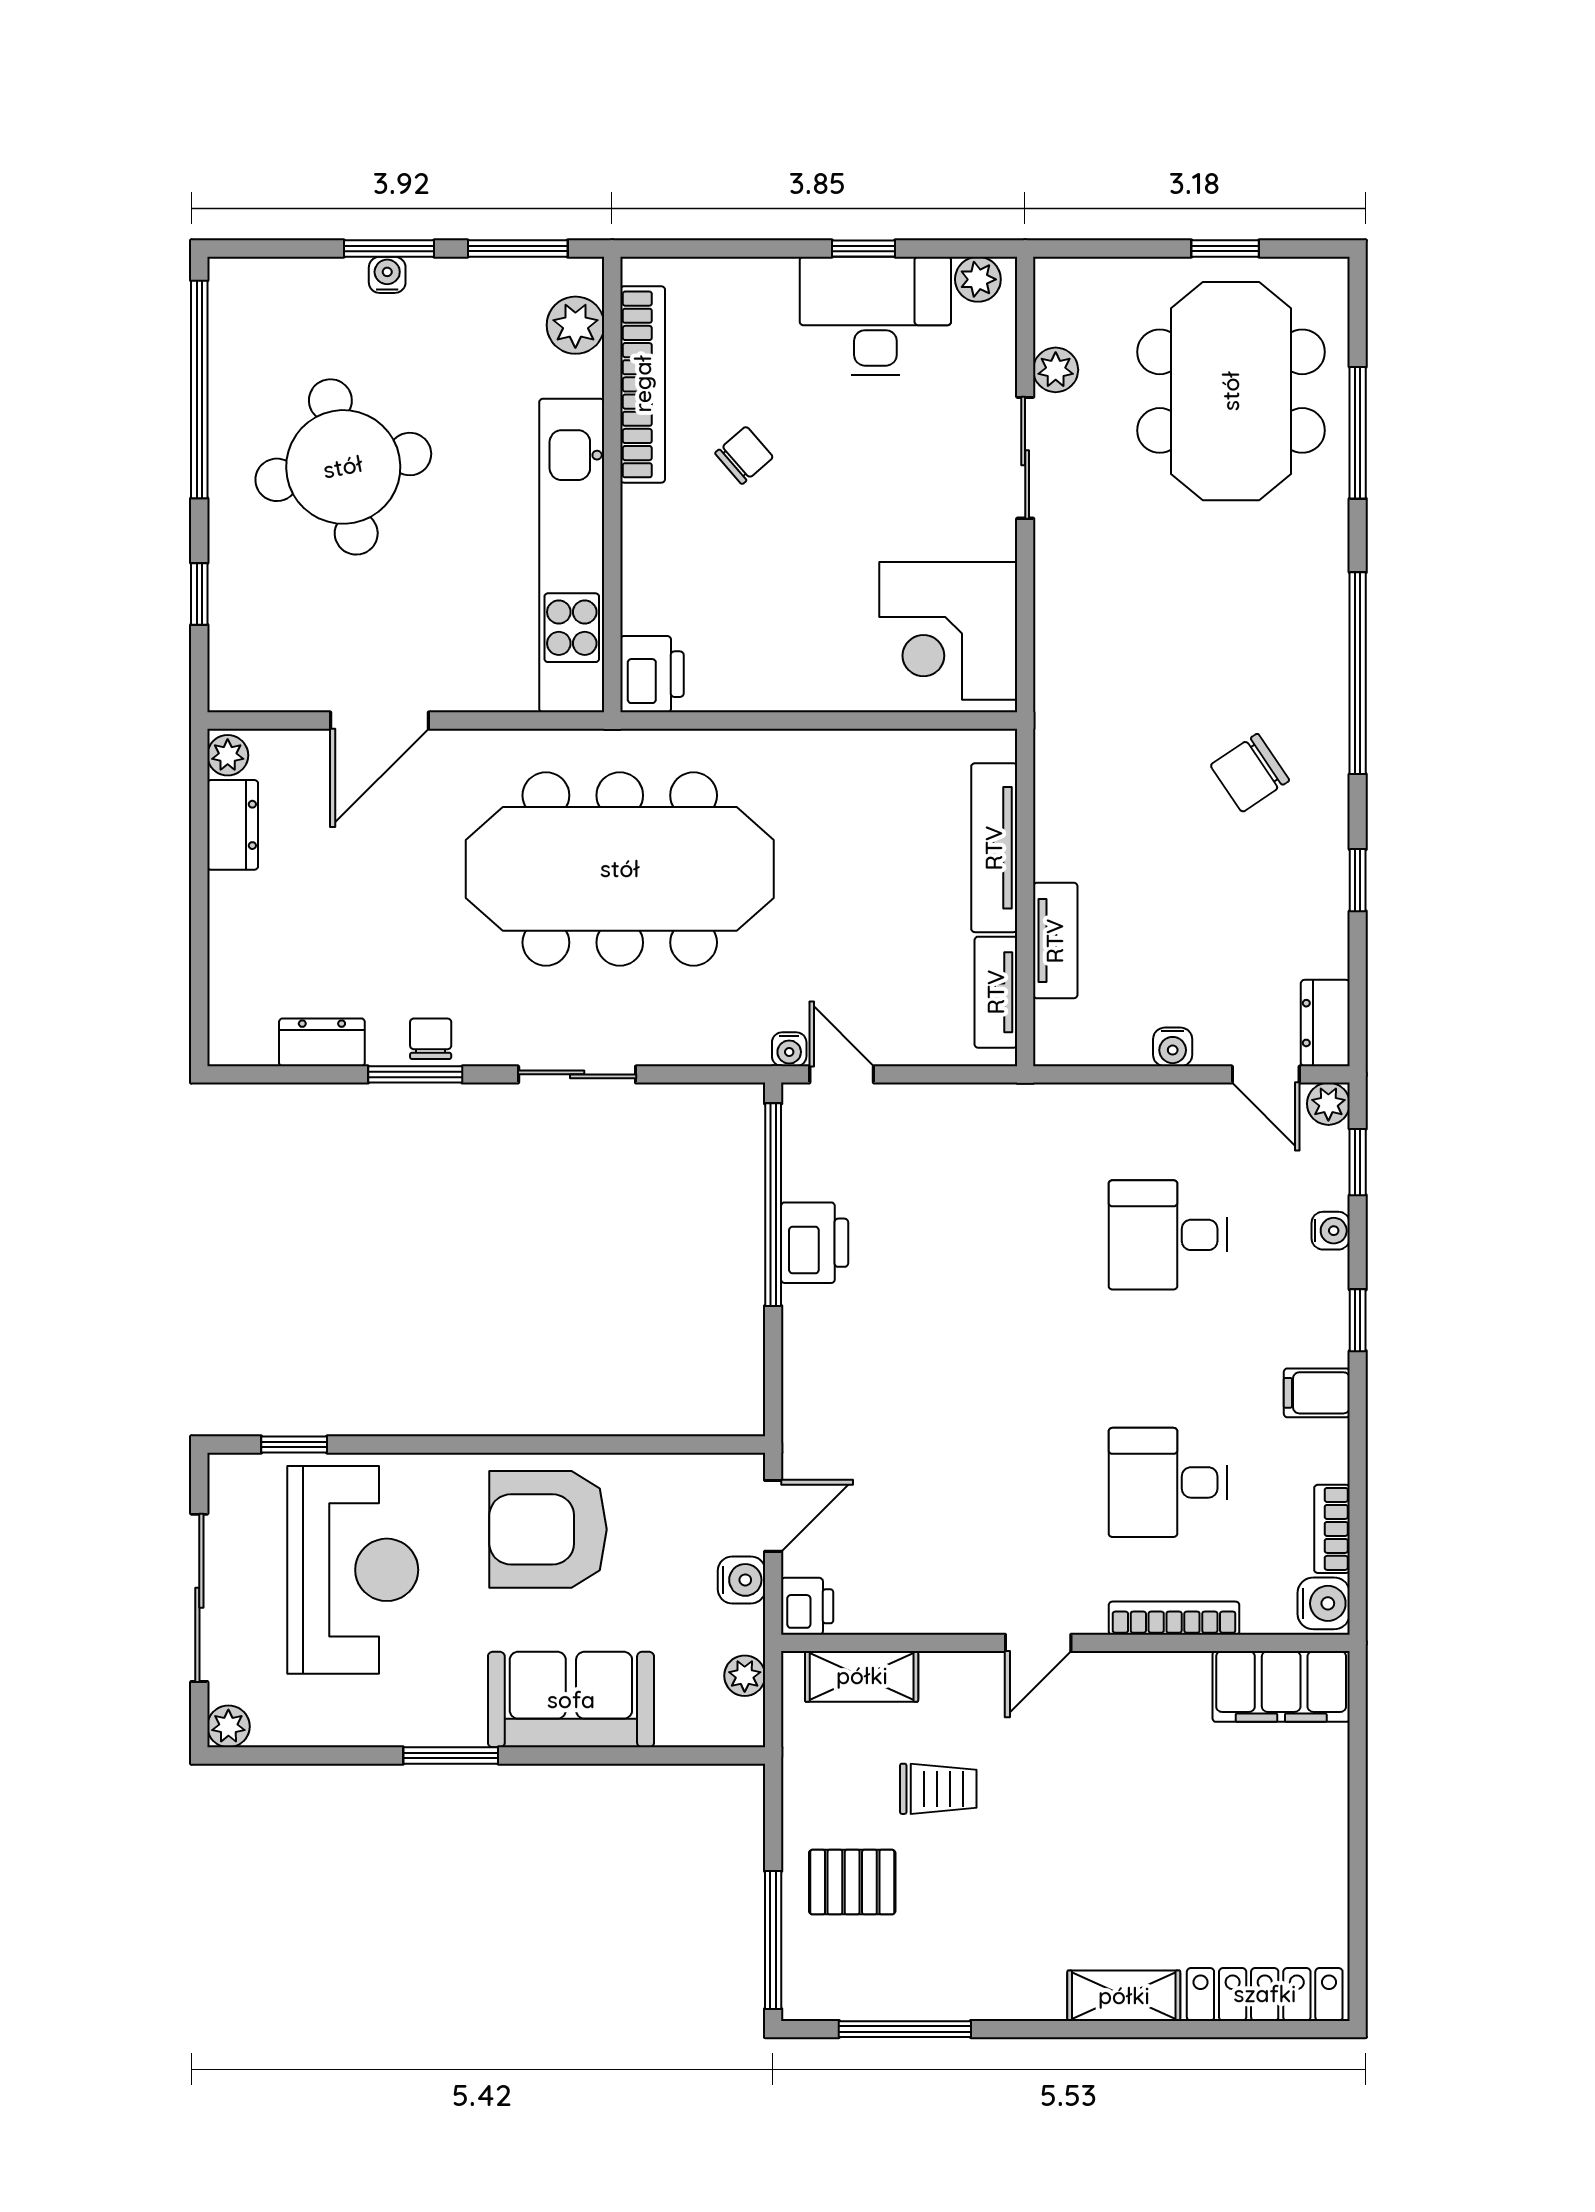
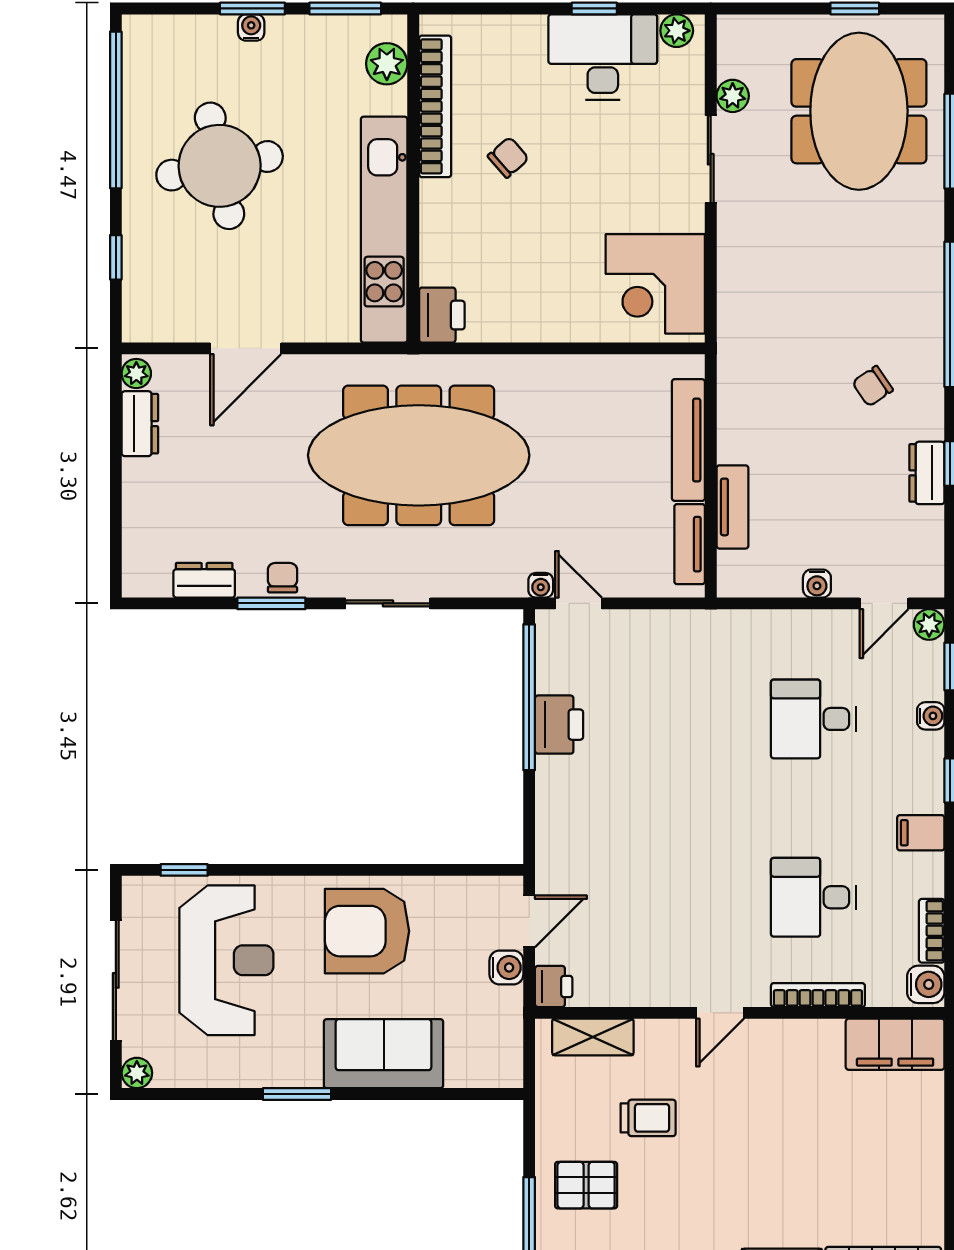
chair: (1250, 773) -> (873, 386), width x0.73, depth x0.73
dresser: (1325, 1023) -> (927, 473), moved
door: (1266, 1074) -> (884, 603), hinge flipped
plant: (745, 1676) -> (509, 1036), removed

